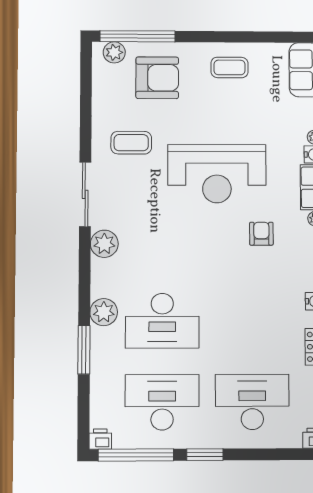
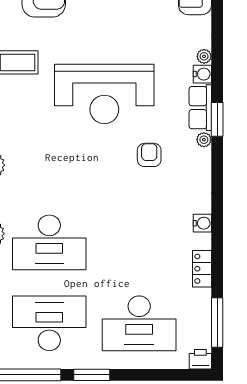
desk: (252, 402) -> (139, 323), turned 180

